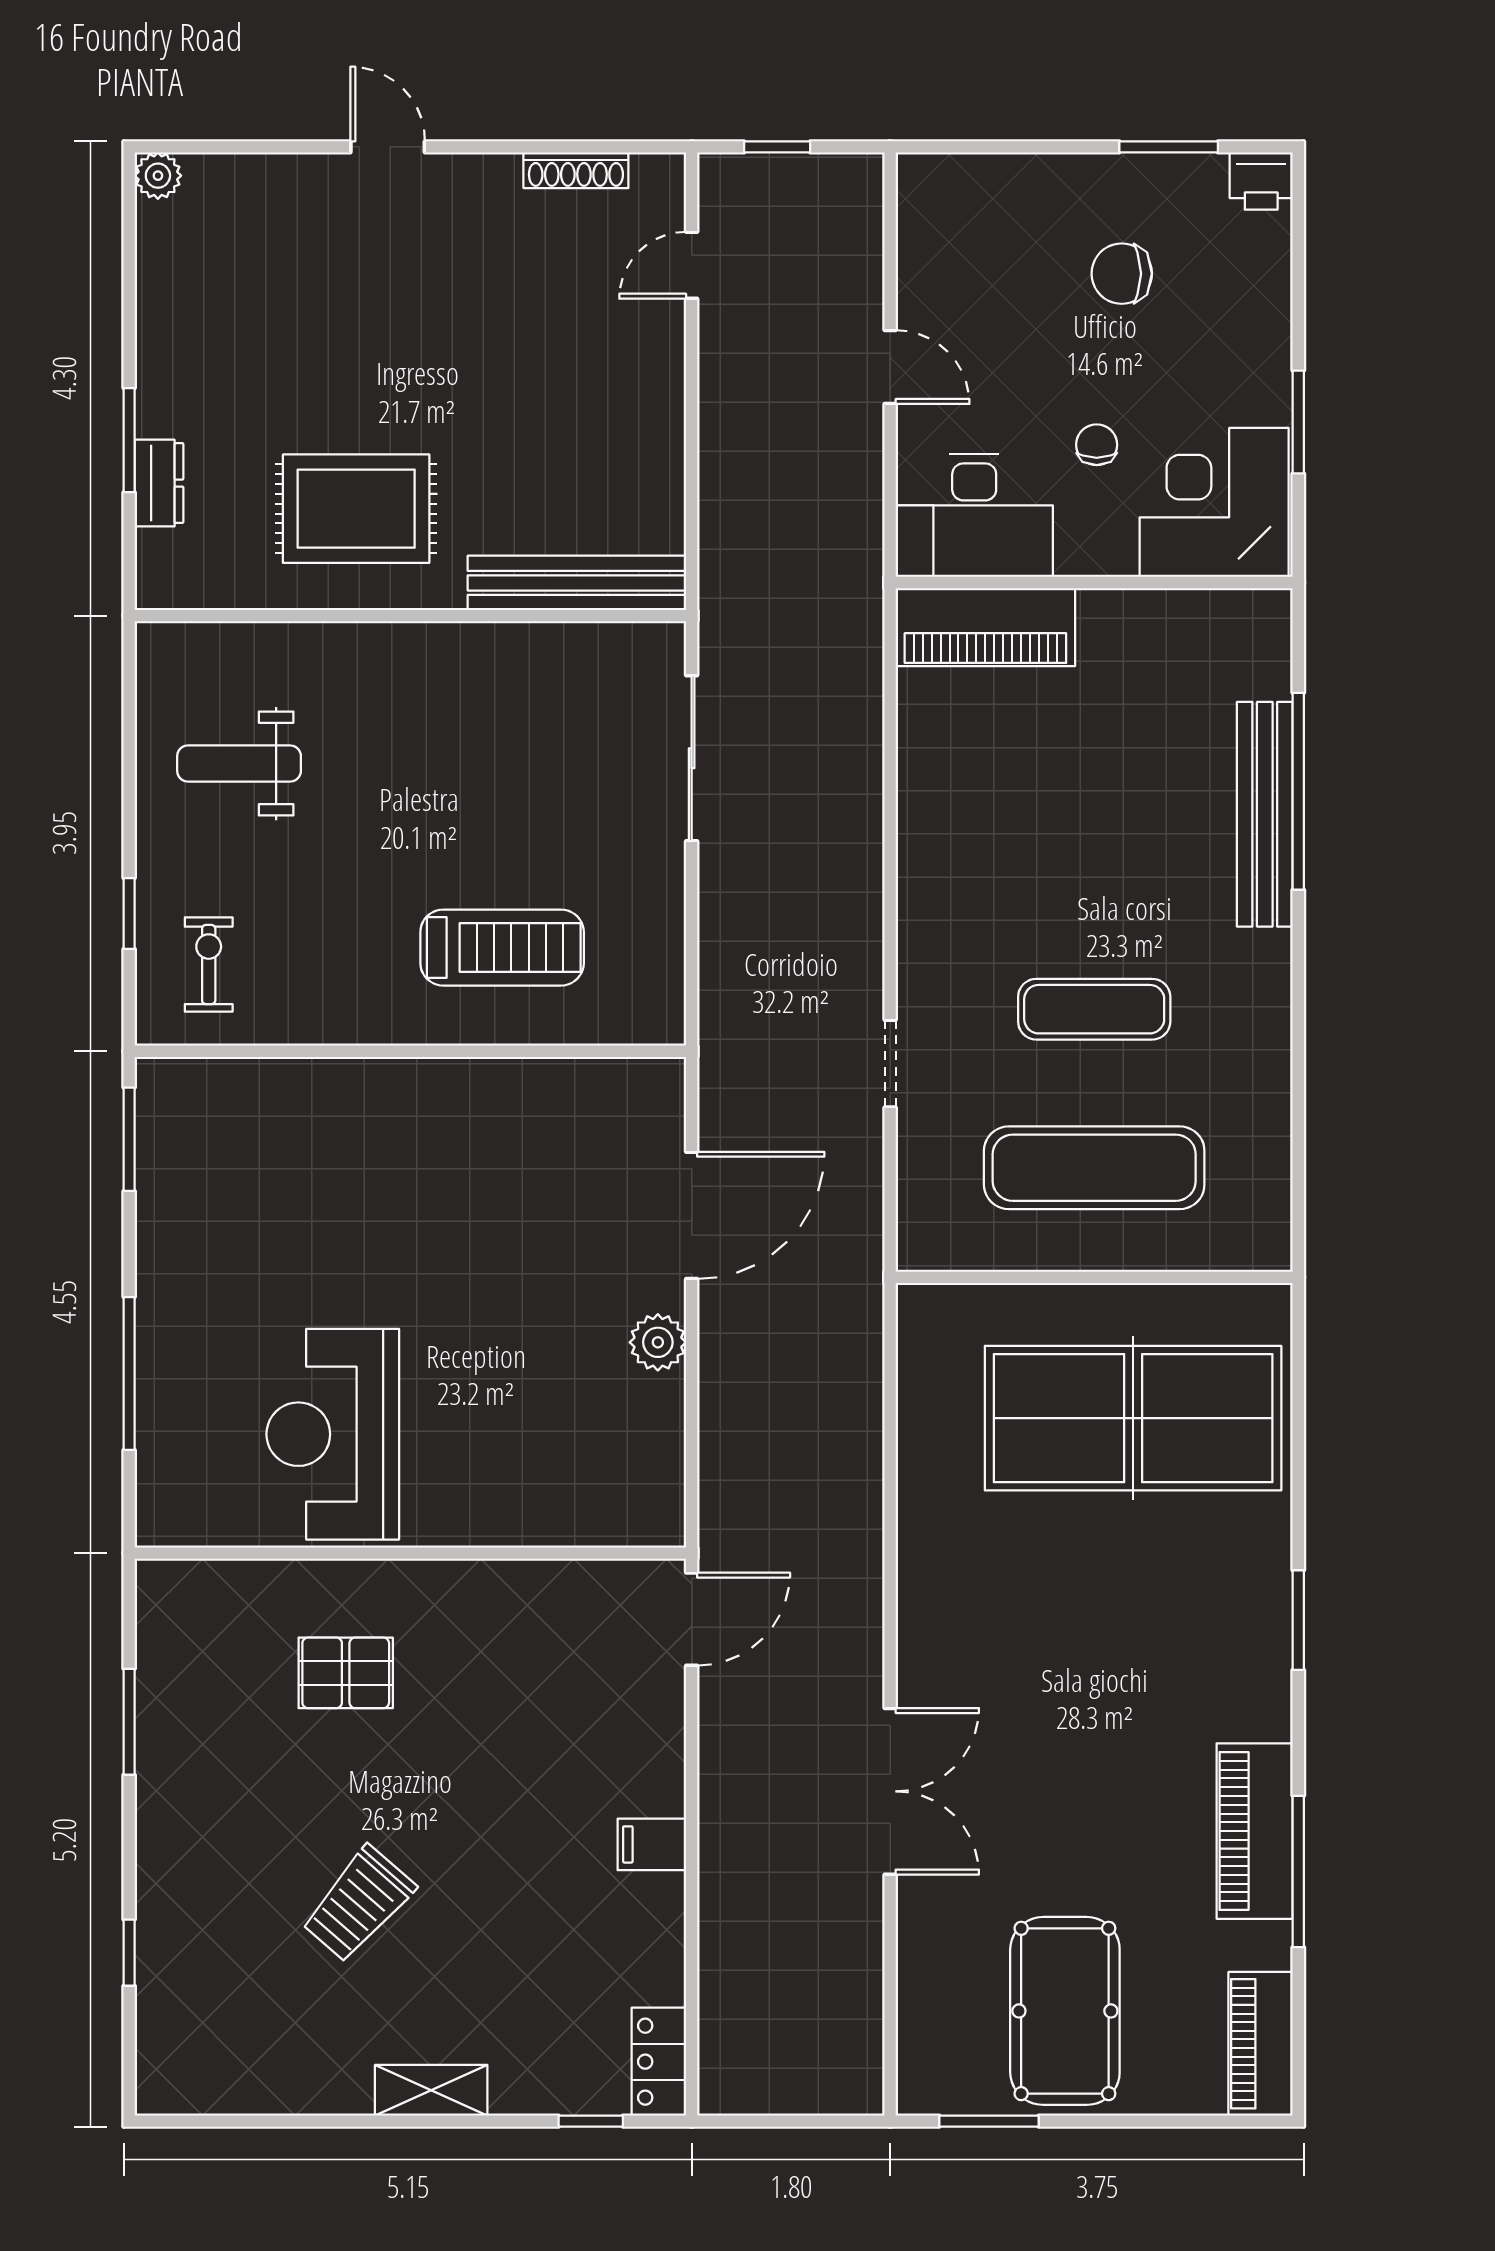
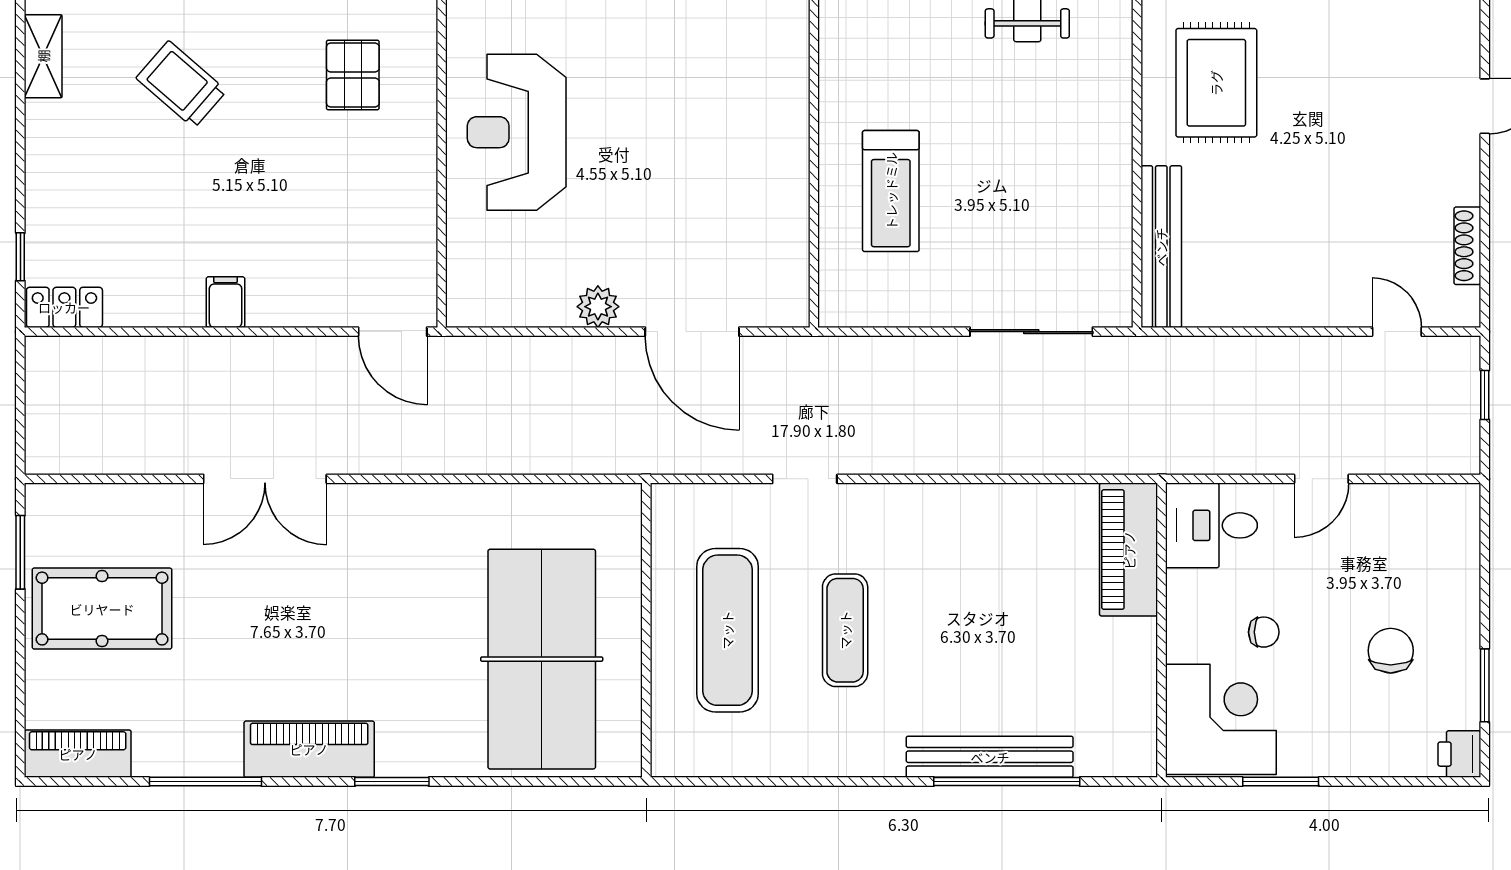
desk: (974, 515) -> (1211, 525), width x0.73
reception desk: (333, 1434) -> (517, 132), moved, turned -90
piano: (1255, 1831) -> (309, 749), moved
shelving: (431, 2090) -> (43, 56), moved

